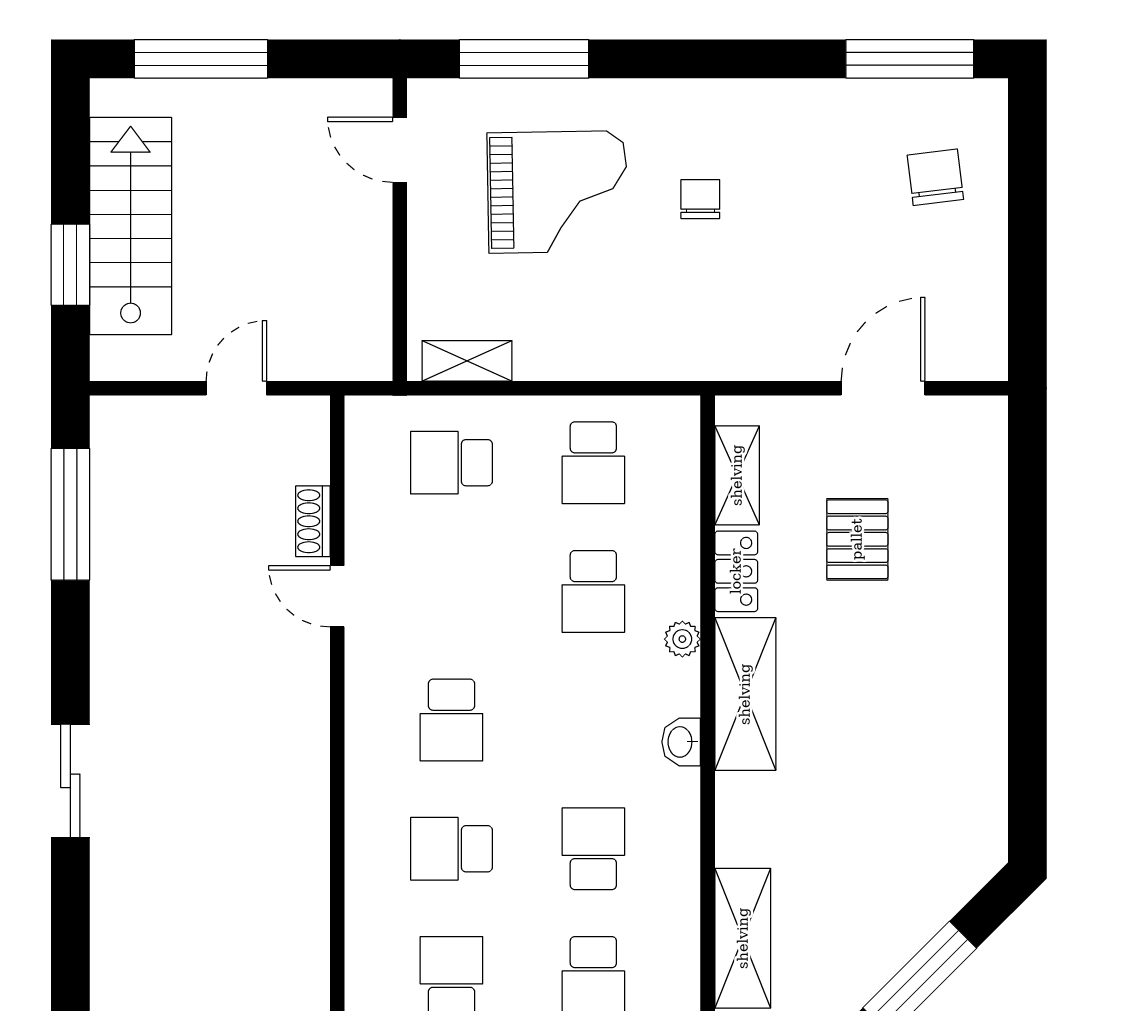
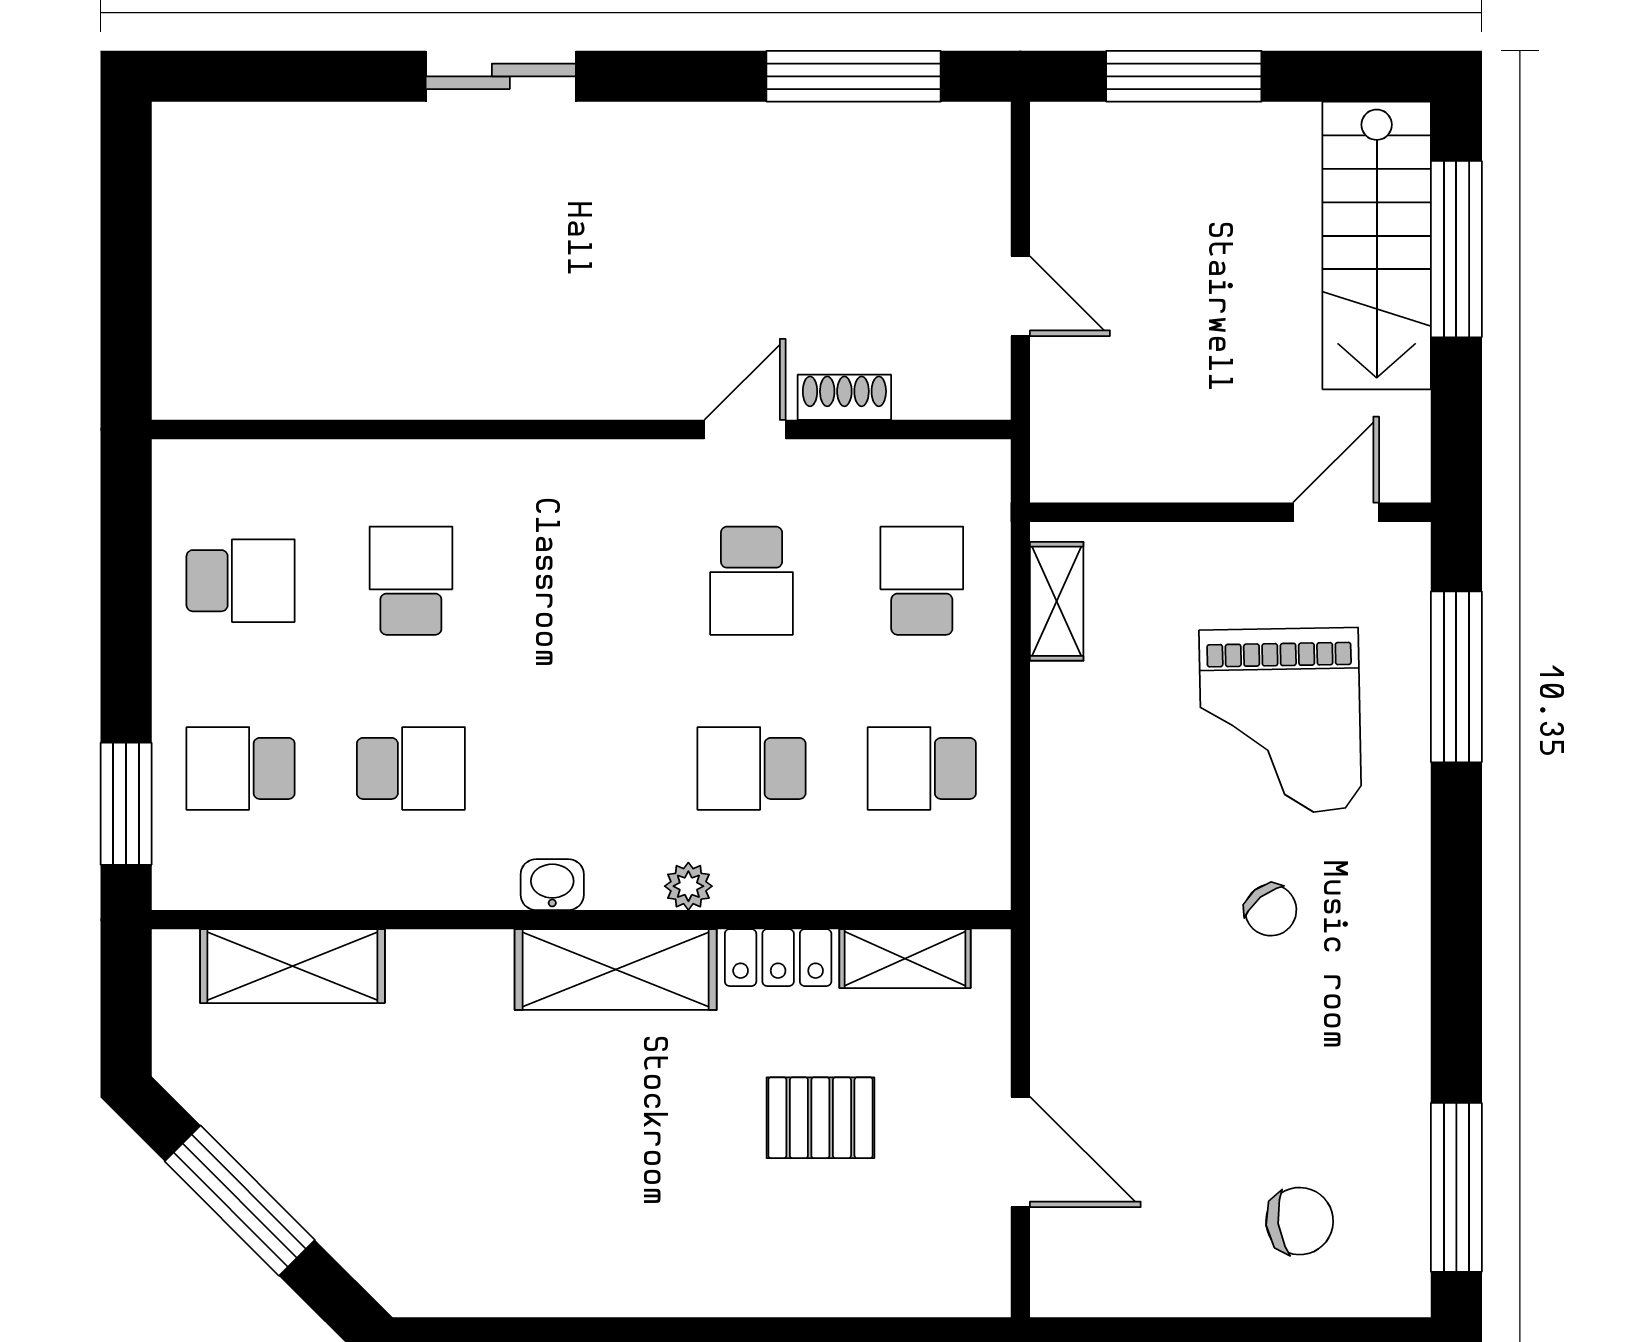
chair: (700, 199) -> (1271, 910), turned 51
stairs: (131, 226) -> (1377, 246), moved, turned 90
window: (70, 265) -> (1184, 76), width x1.44
school desk: (451, 720) -> (752, 581), moved, turned -90

